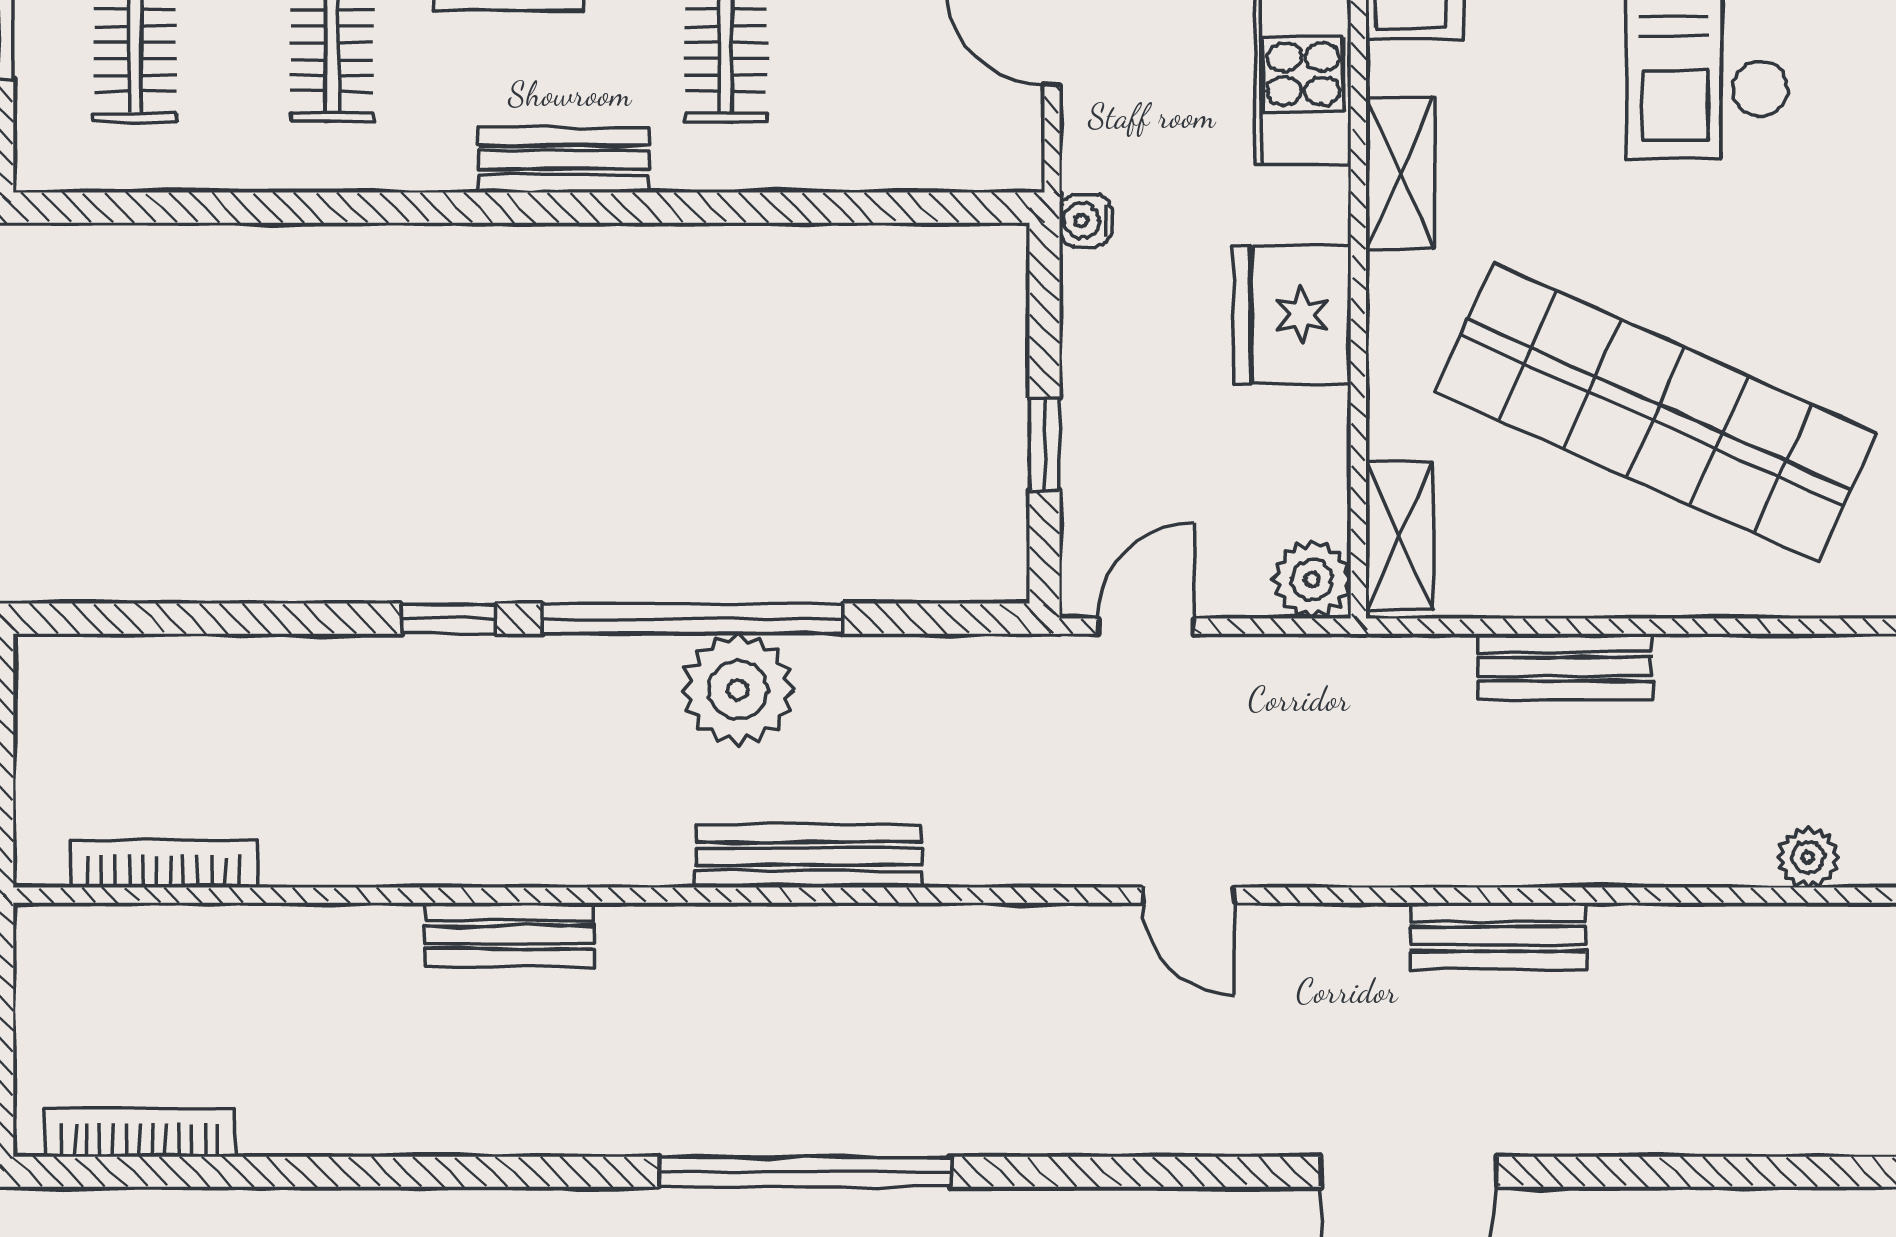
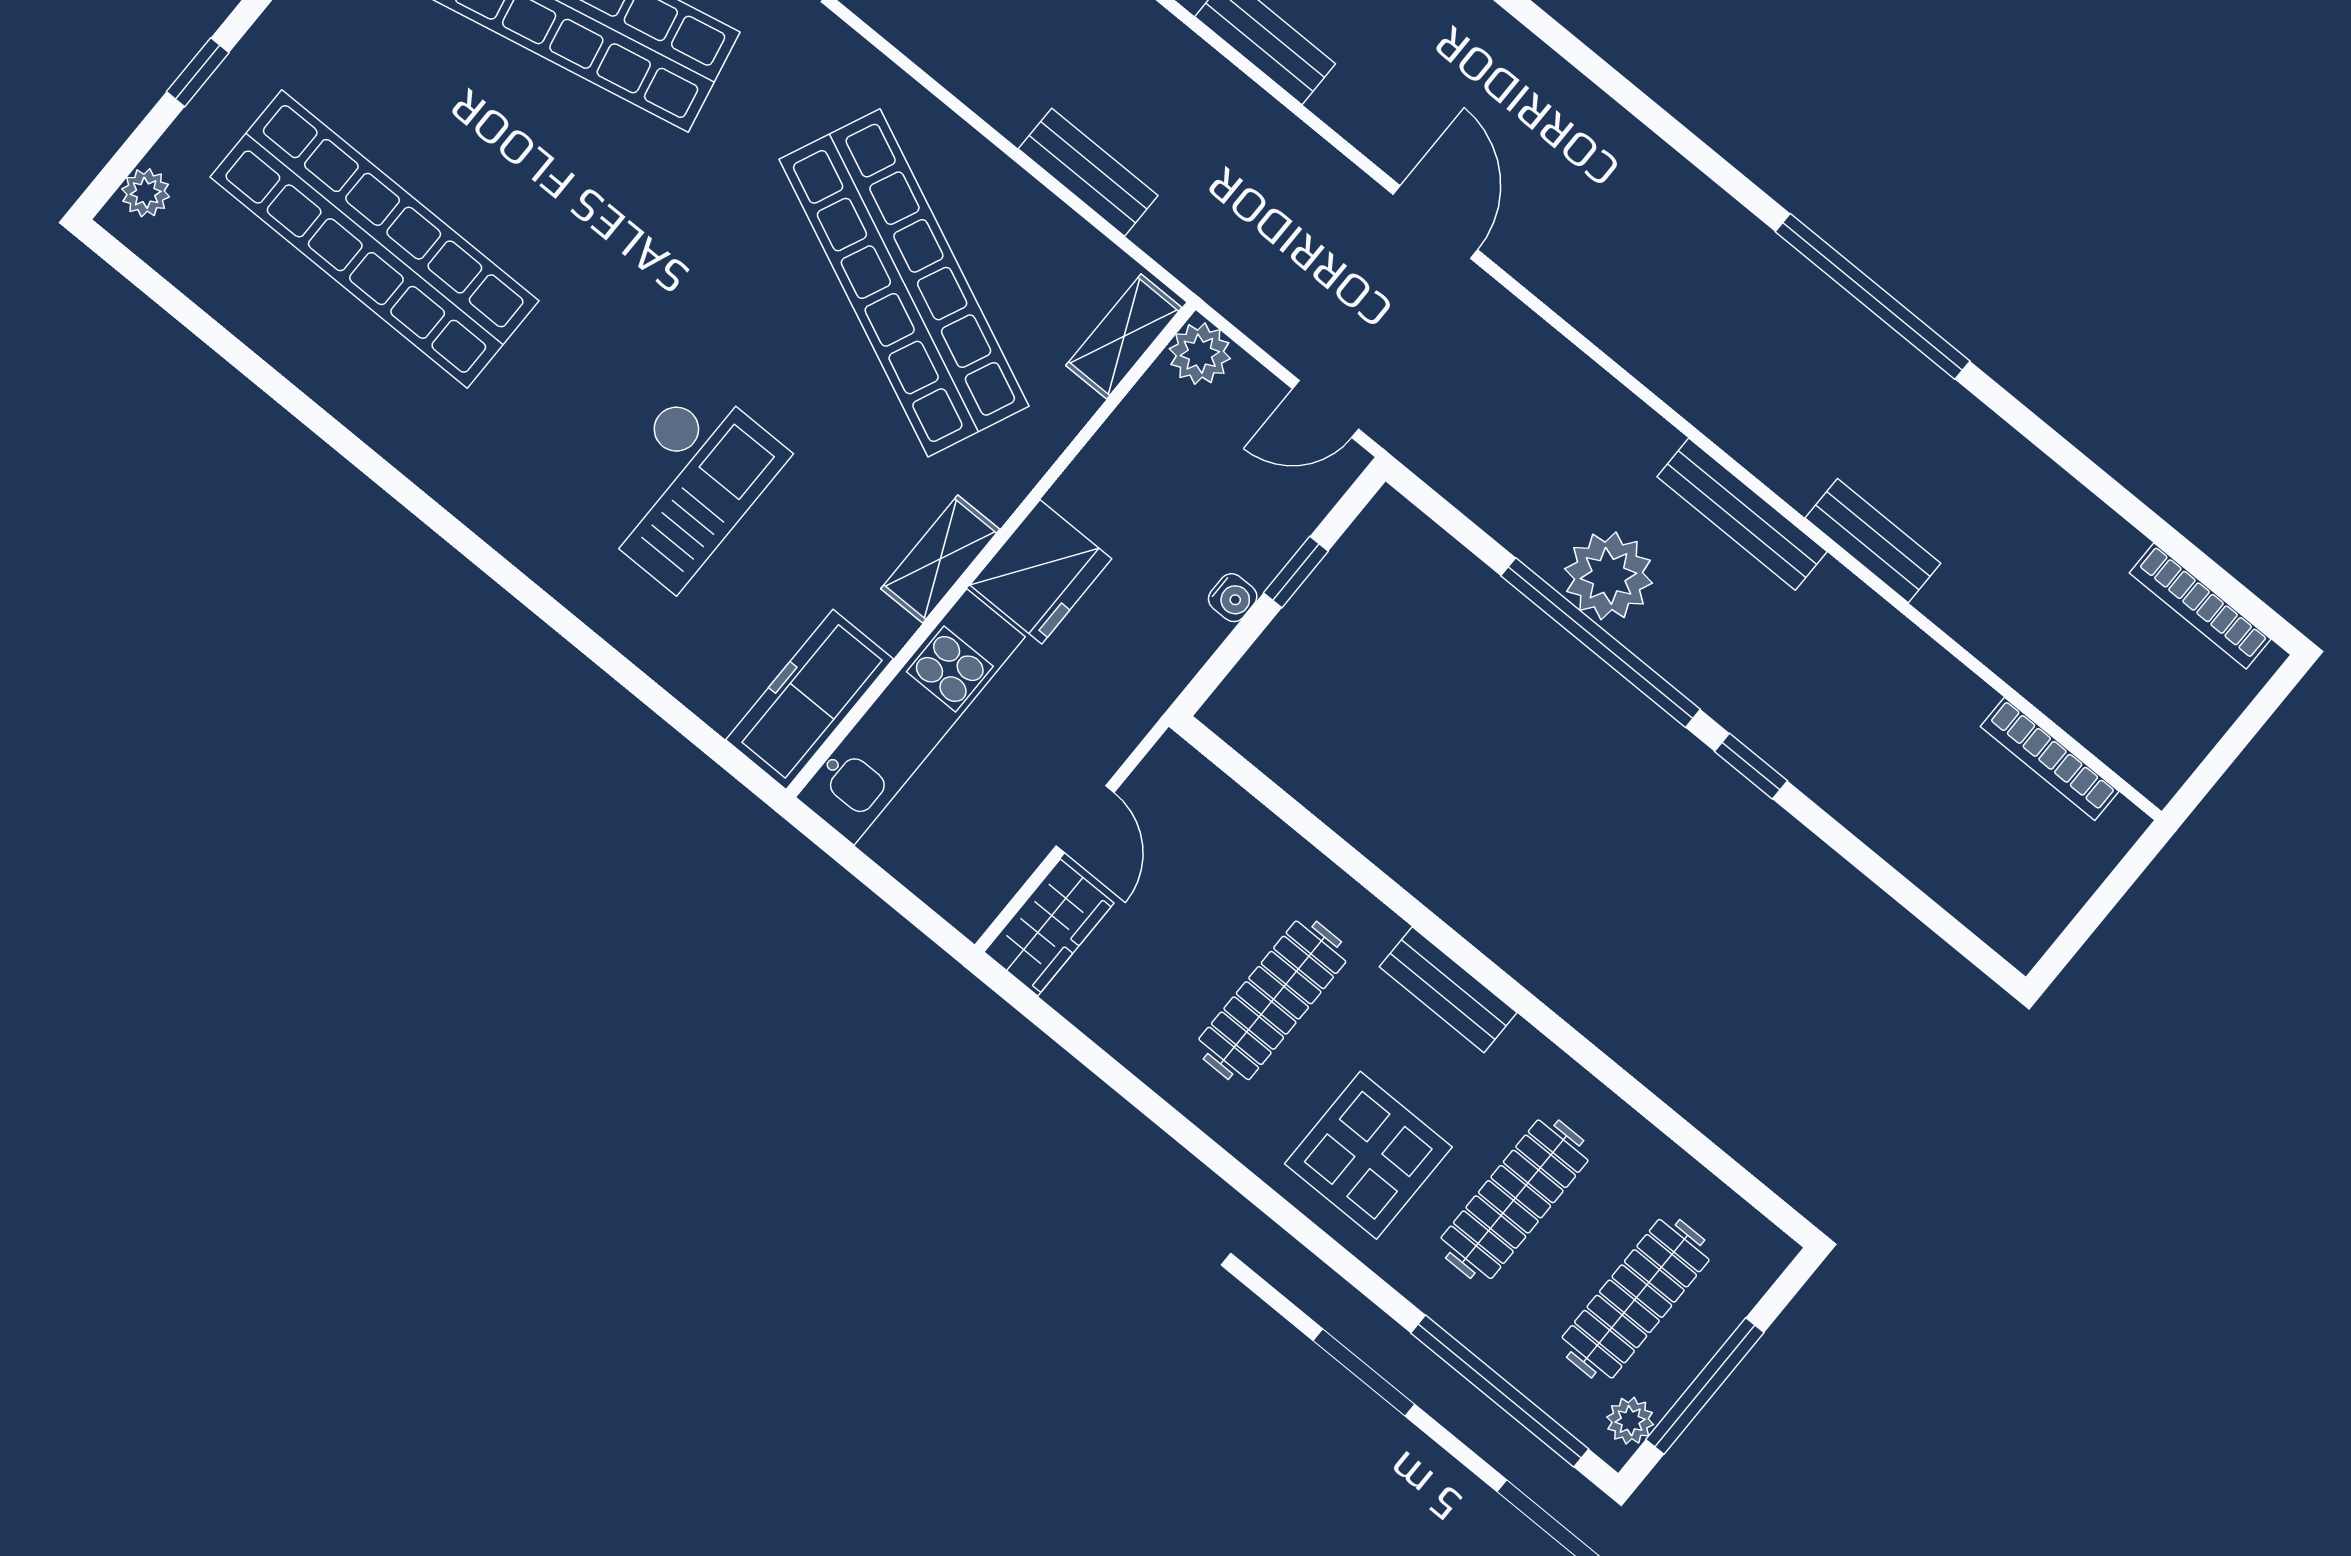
water cooler: (1085, 220) -> (1233, 598), moved
fridge: (1292, 315) -> (1041, 572), moved
bench: (809, 856) -> (1742, 514), moved
door: (1188, 895) -> (1435, 222), width x1.38
window: (805, 1172) -> (1873, 296), moved

